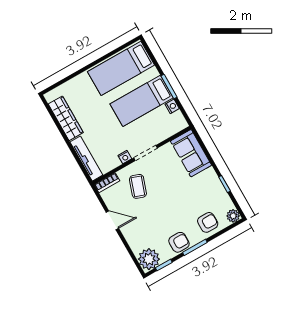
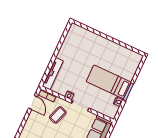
bed: (121, 68) -> (119, 57), removed
wardrobe: (66, 118) -> (68, 45), removed
door: (112, 220) -> (33, 102), moved

